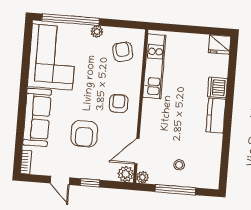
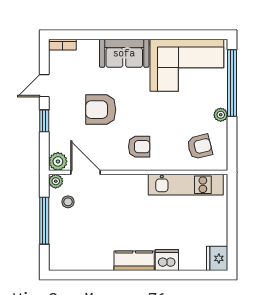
sofa: (37, 117) -> (124, 53), width x0.73
stool: (179, 165) -> (68, 202), moved

